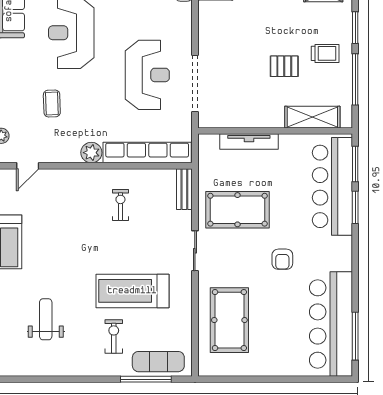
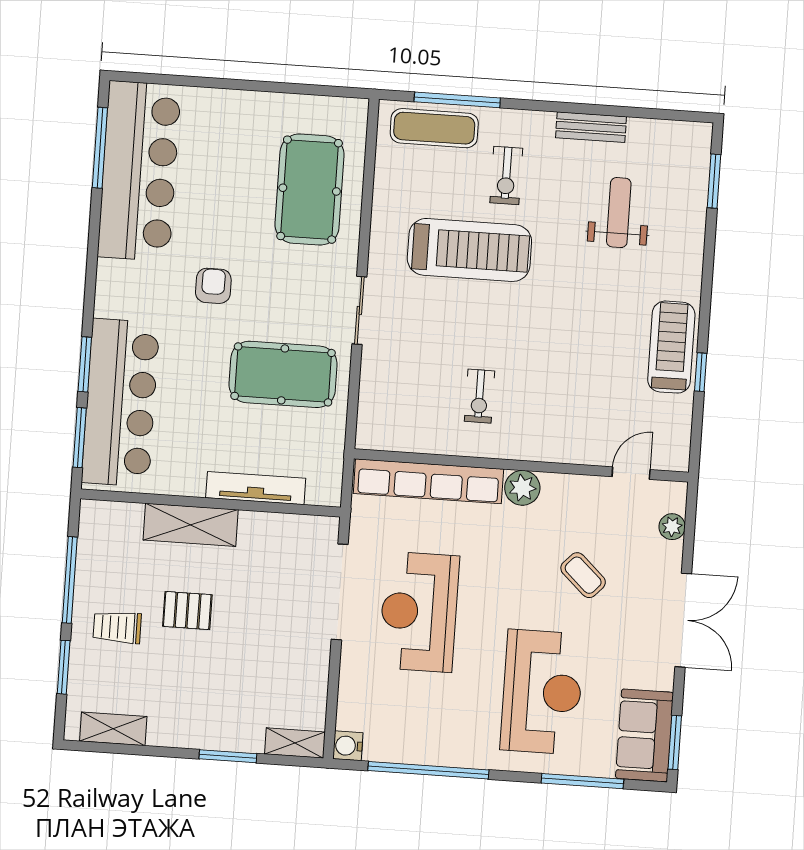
coffee table: (52, 103) -> (583, 575), turned -45
shelving: (312, 117) -> (191, 525), moved
bench: (184, 189) -> (591, 127), moved, turned 90
weight bench: (46, 319) -> (619, 213), turned 180

